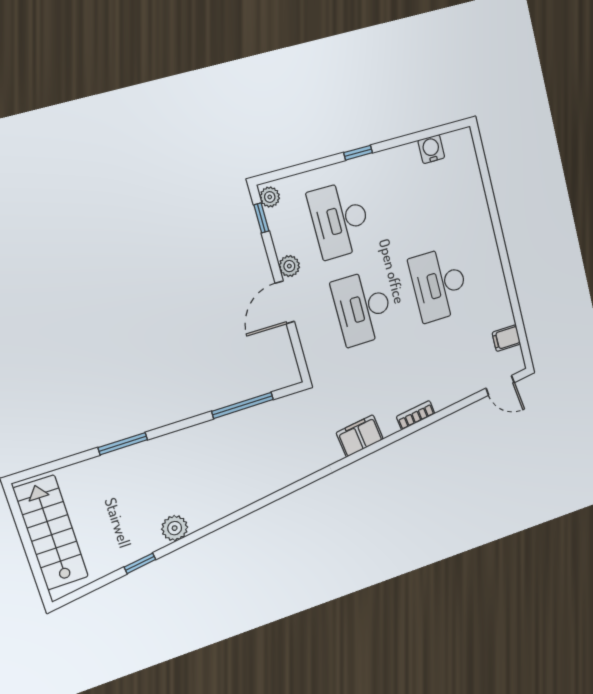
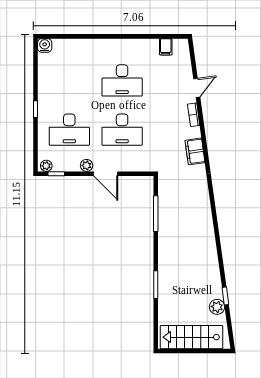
water cooler: (431, 149) -> (45, 45), moved, turned 90
door: (500, 385) -> (197, 88), moved
plant: (175, 528) -> (217, 307), moved

